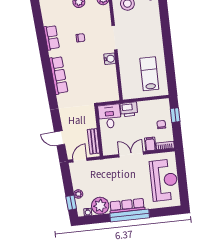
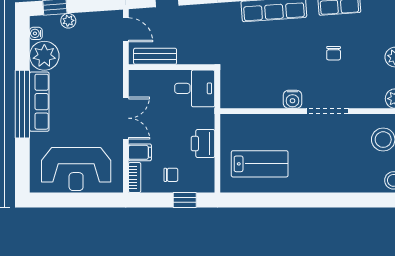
printer: (129, 109) -> (203, 144), moved

